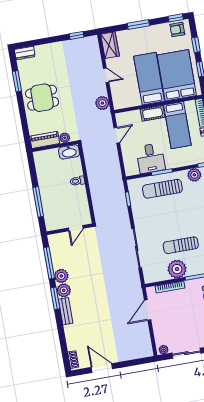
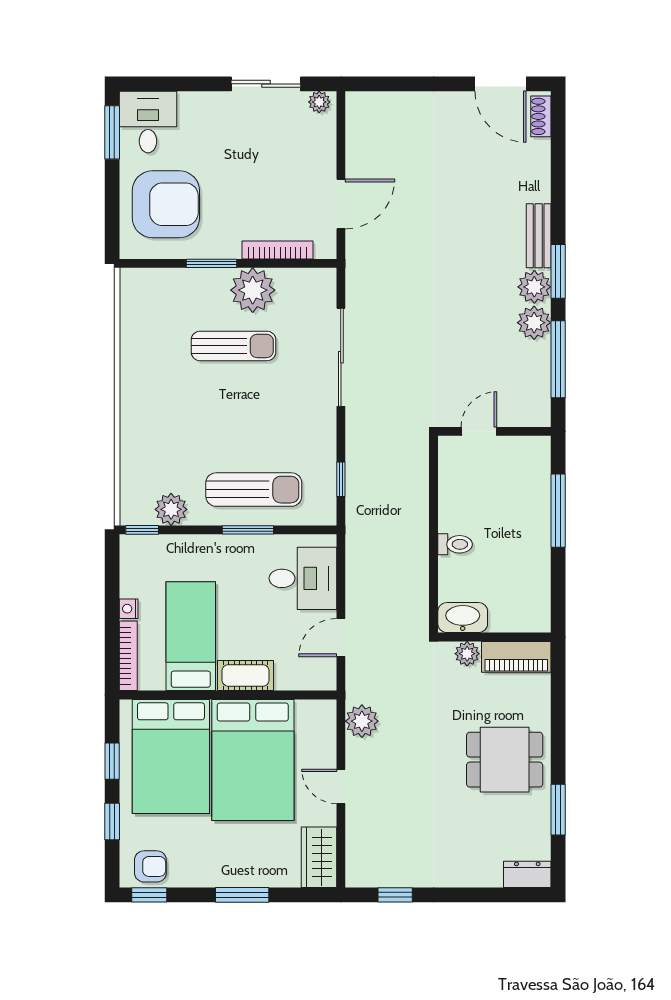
bed: (149, 79) -> (253, 760), width x1.50
desk: (151, 158) -> (303, 578), moved, turned 90
door: (102, 368) -> (500, 84), moved

